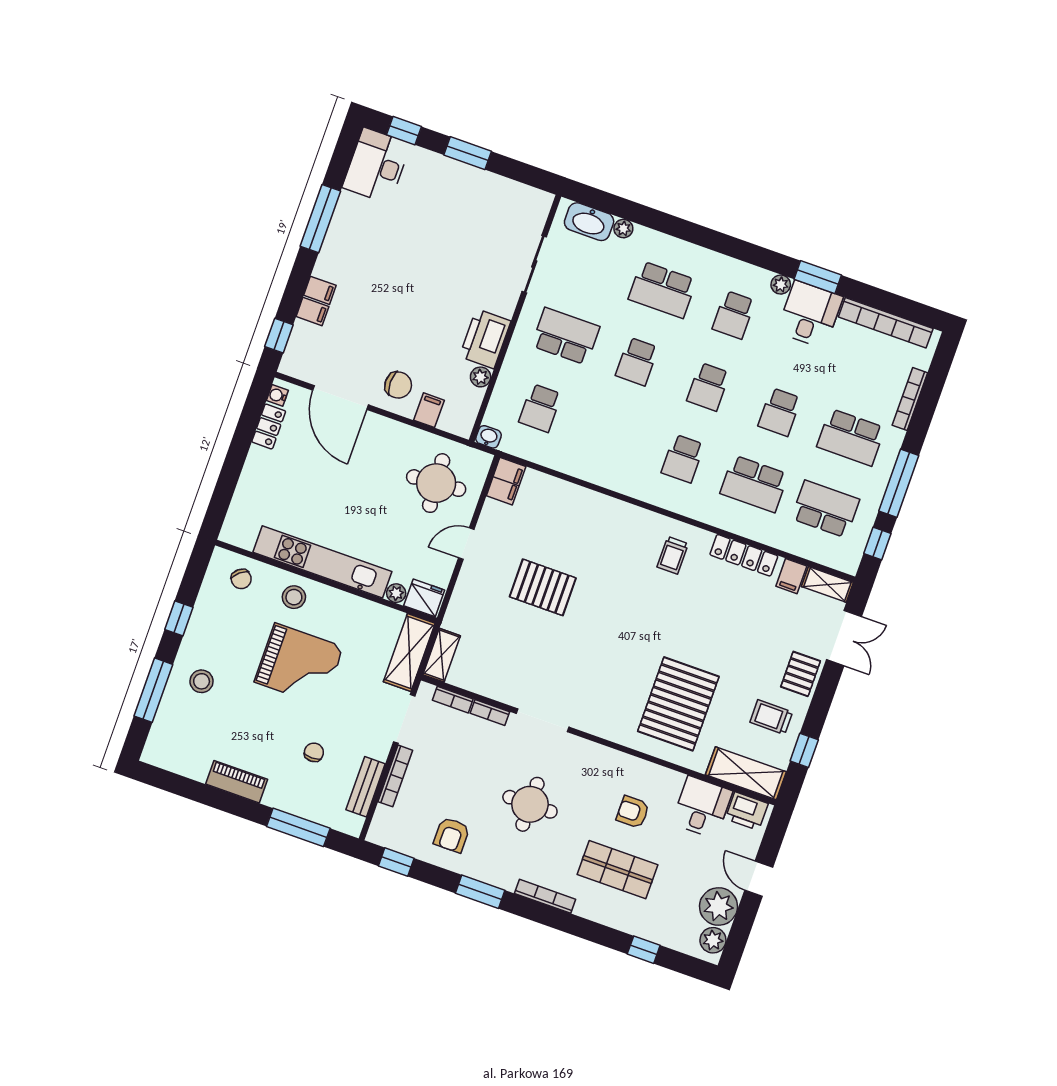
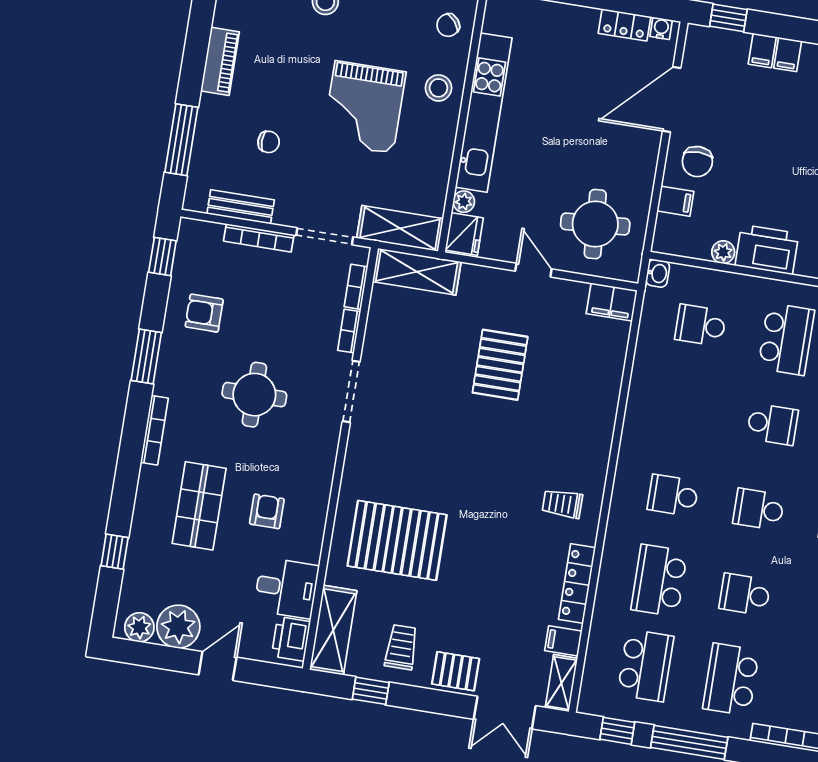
school desk: (637, 361) -> (772, 424), turned 180
shelving: (442, 655) -> (417, 272), width x1.50, depth x1.33

